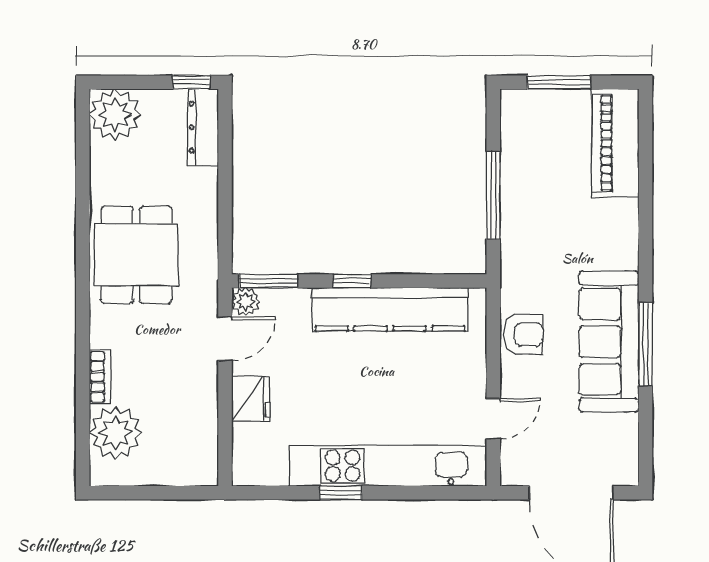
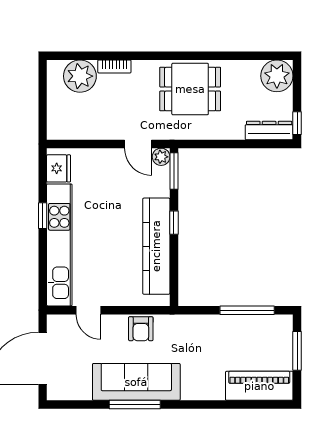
window: (493, 195) -> (247, 310), moved
fridge: (251, 399) -> (59, 168), moved, turned -90

